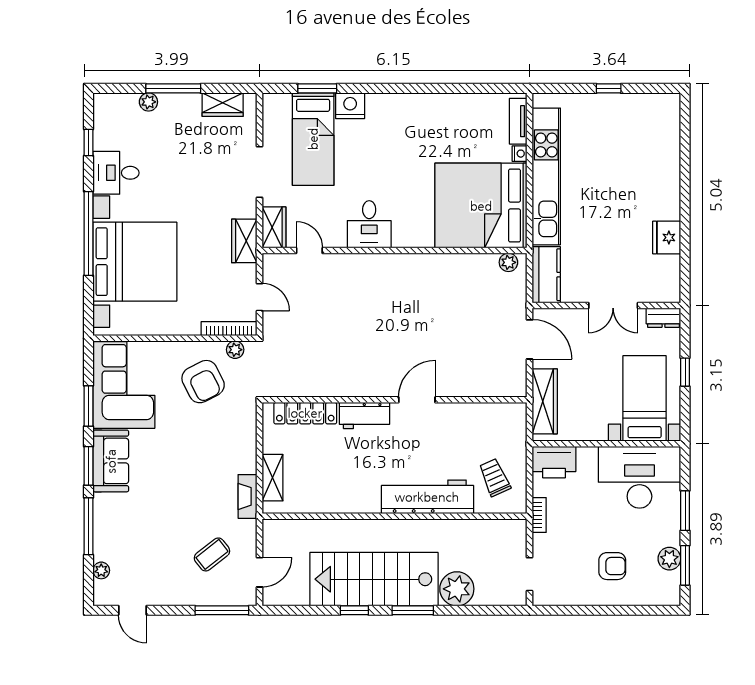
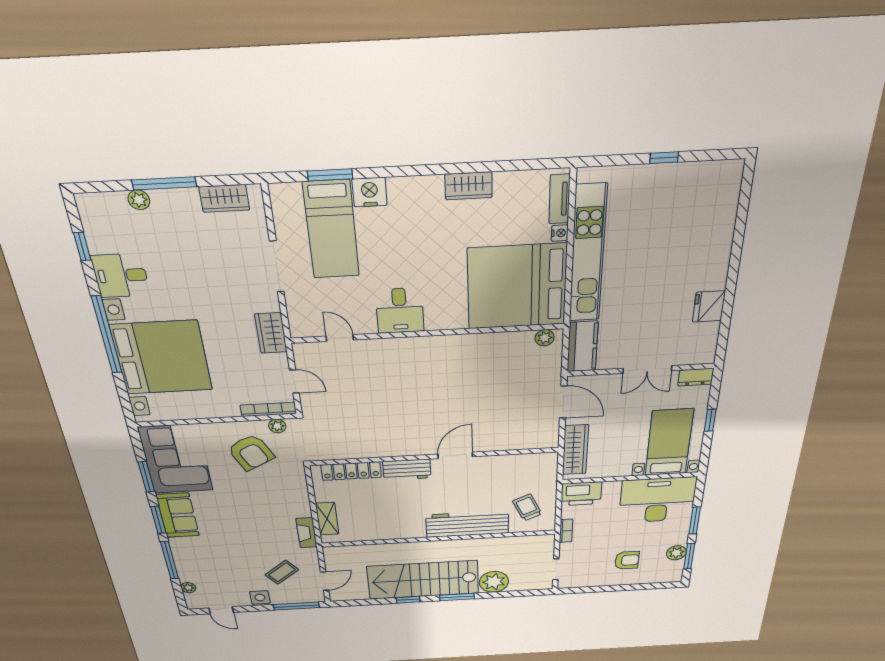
wardrobe: (274, 227) -> (469, 186), moved, turned 90
side table: (181, 593) -> (260, 597), added

